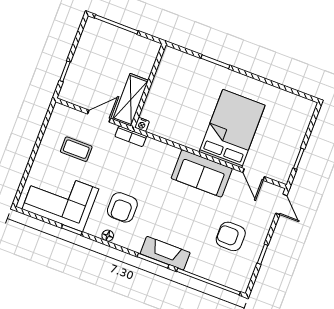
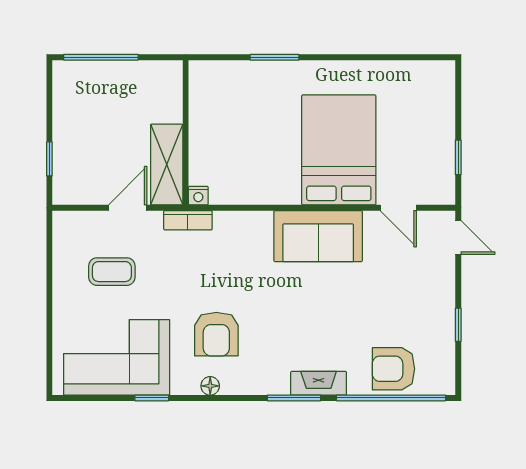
armchair: (231, 236) -> (393, 369), moved
fireplace: (165, 253) -> (319, 383), width x0.73, depth x0.76

